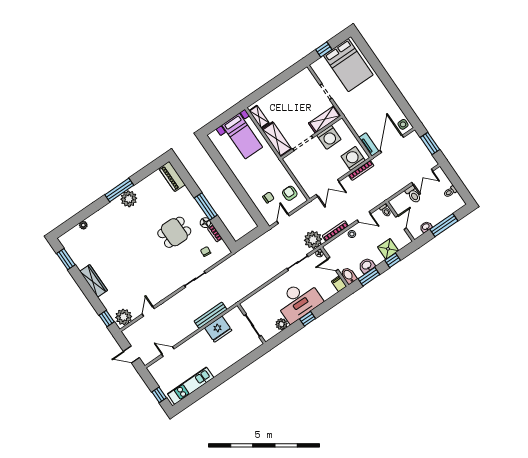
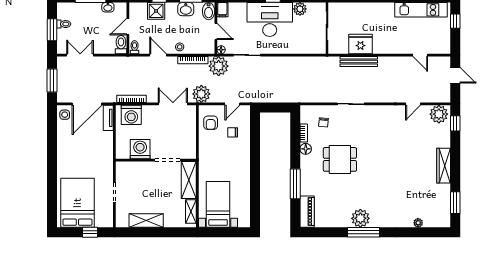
shelving: (325, 119) -> (146, 220), moved
window: (456, 181) -> (52, 30), added
toilet: (413, 195) -> (121, 45), moved
window: (206, 207) -> (295, 184), moved
plant: (312, 210) -> (201, 94), added

